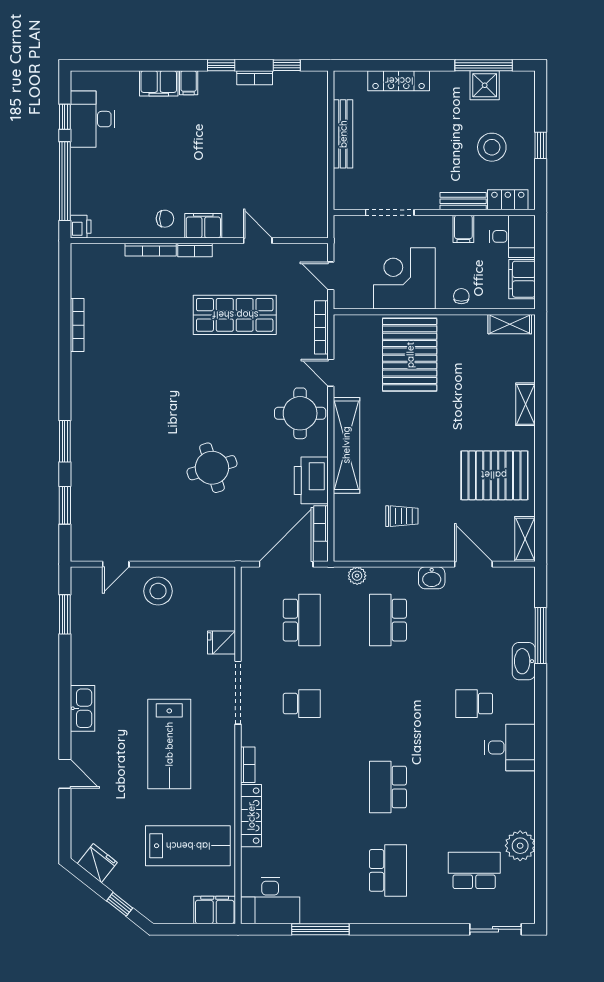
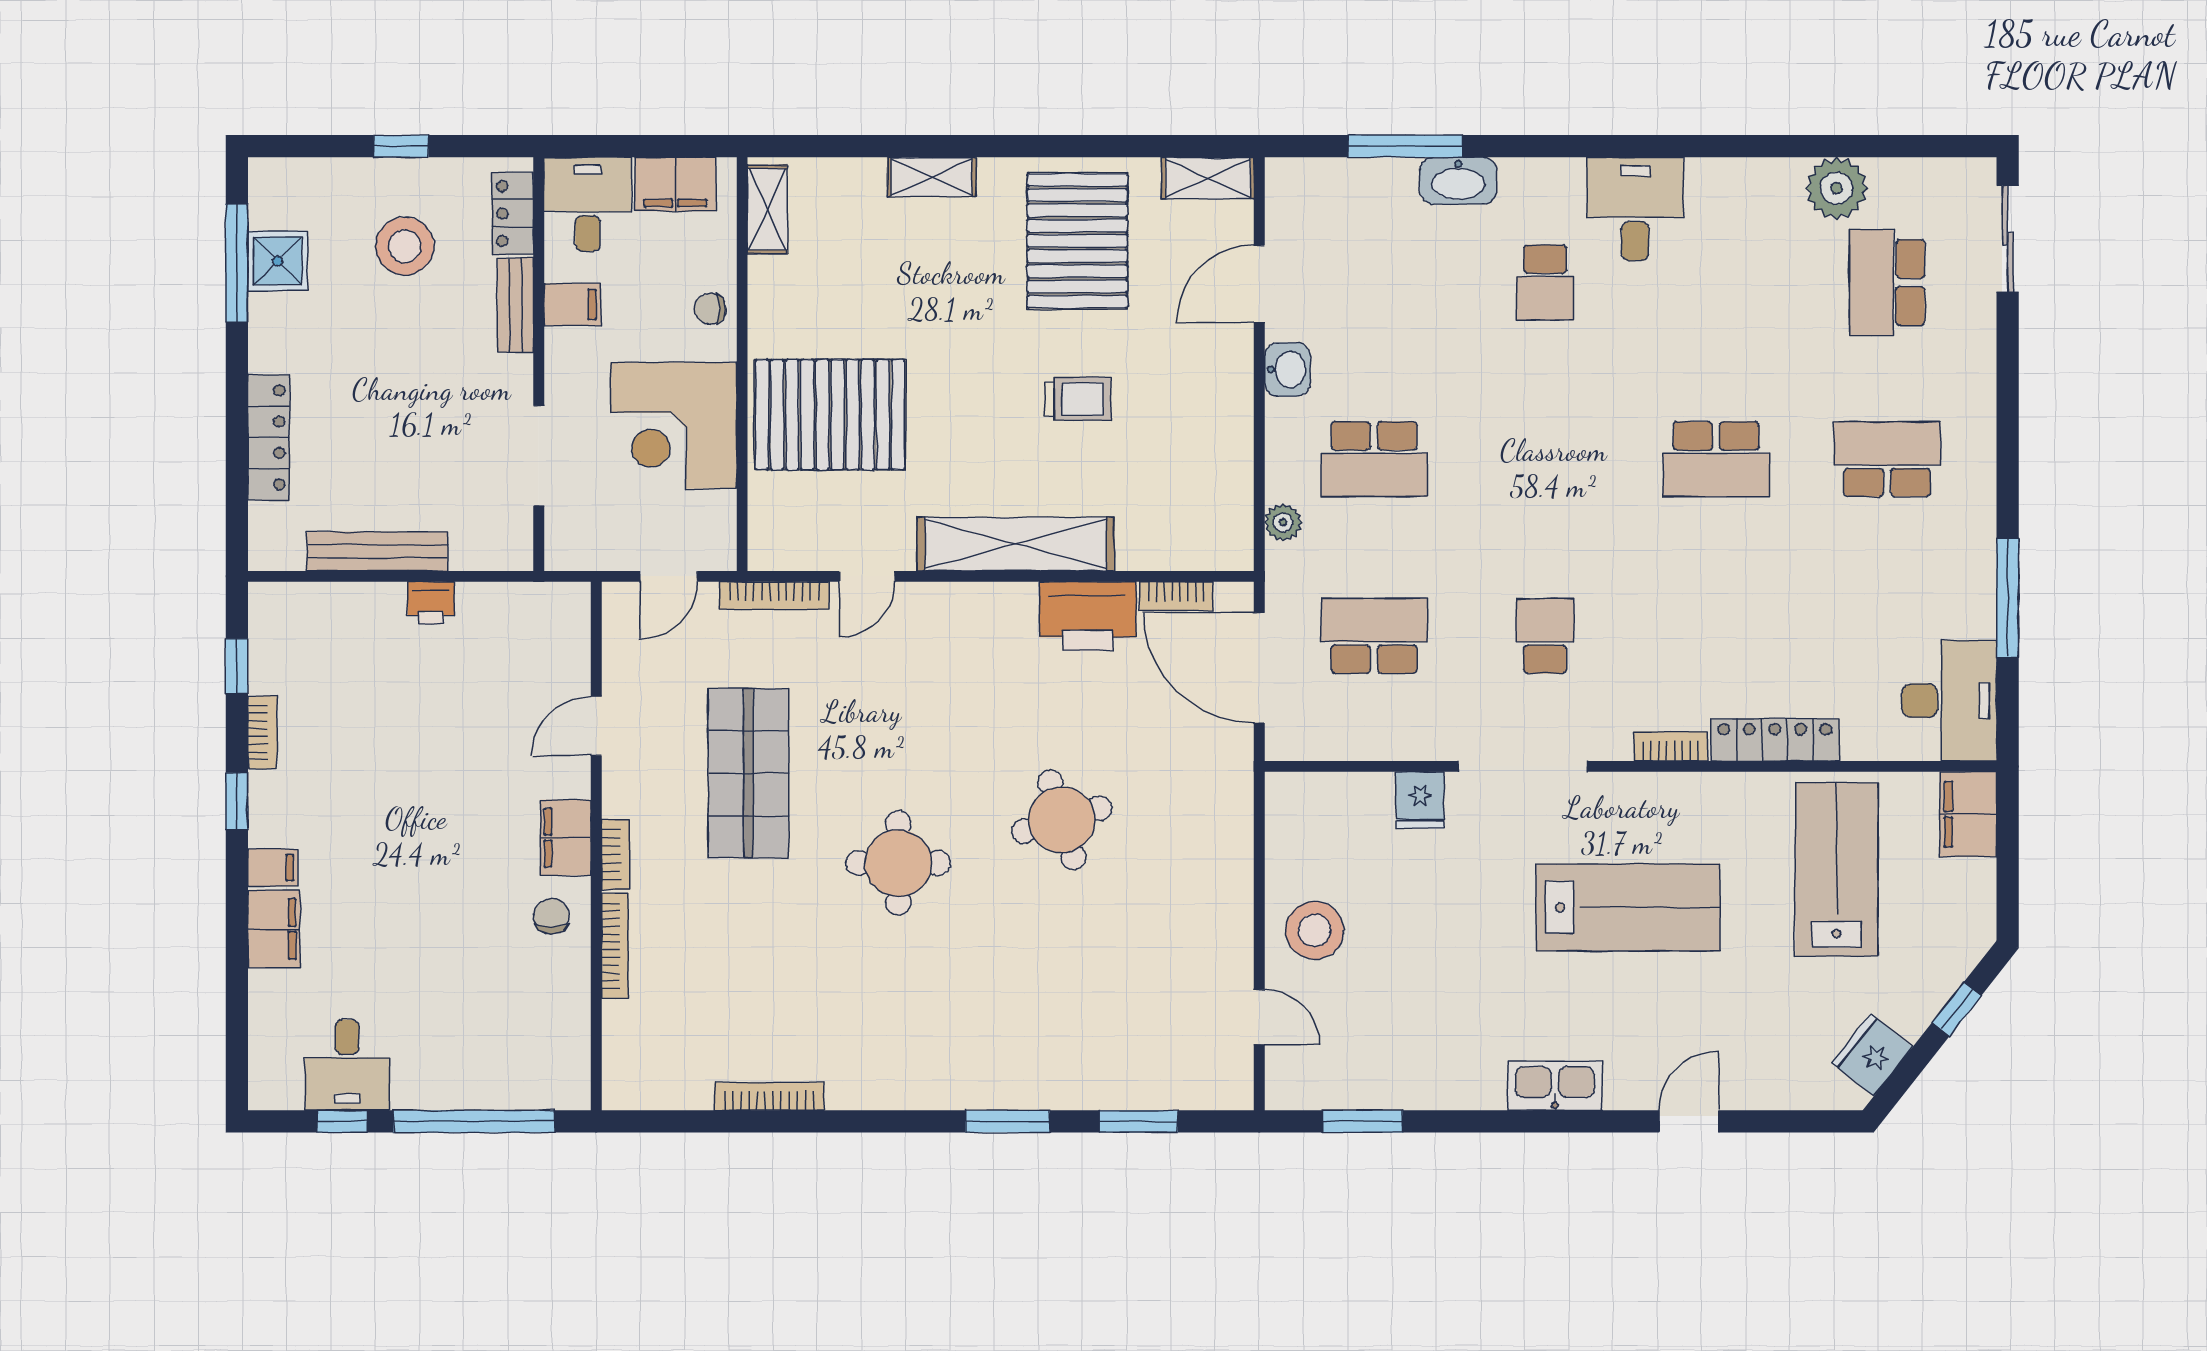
desk: (92, 119) -> (347, 1065), width x0.73
printer: (81, 227) -> (431, 603), moved, turned 180
round table: (300, 413) -> (898, 863), moved
trolley: (402, 516) -> (1078, 399), moved, turned 90

